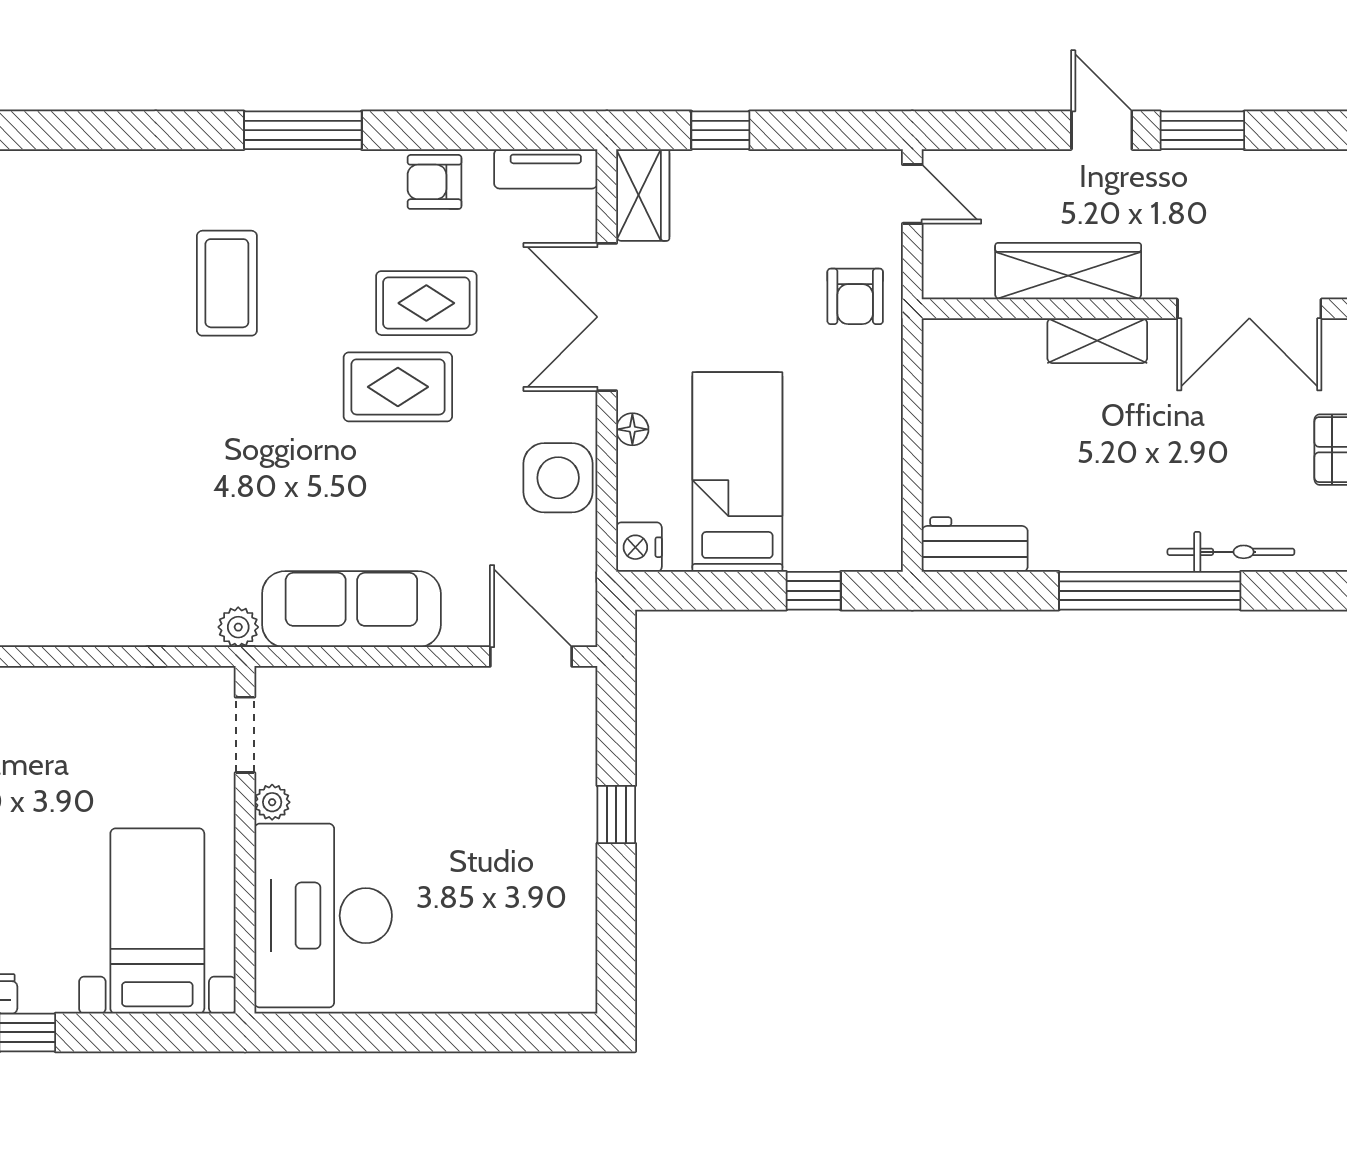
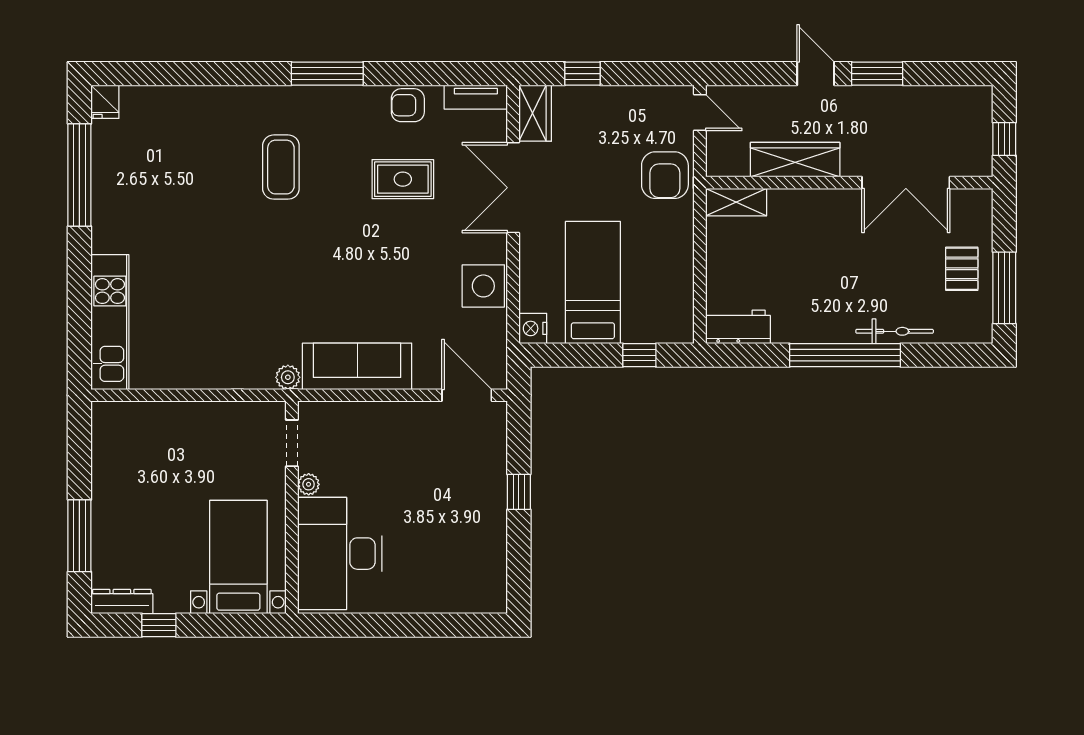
armchair: (855, 296) -> (665, 175), width x1.38, depth x1.38
shelving: (1097, 341) -> (736, 202), moved
rug: (398, 387) -> (385, 230), removed
floor lamp: (632, 429) -> (529, 256), removed

